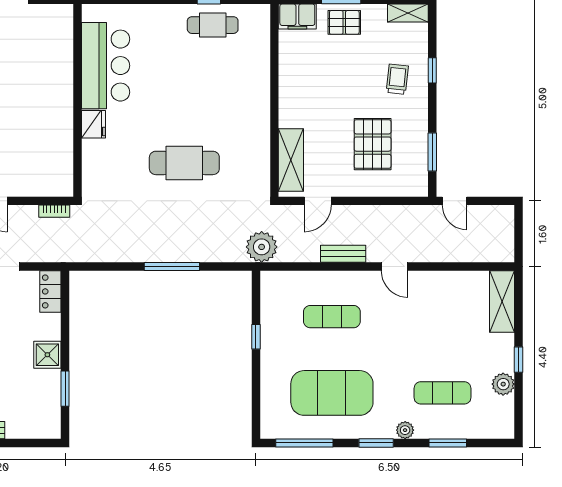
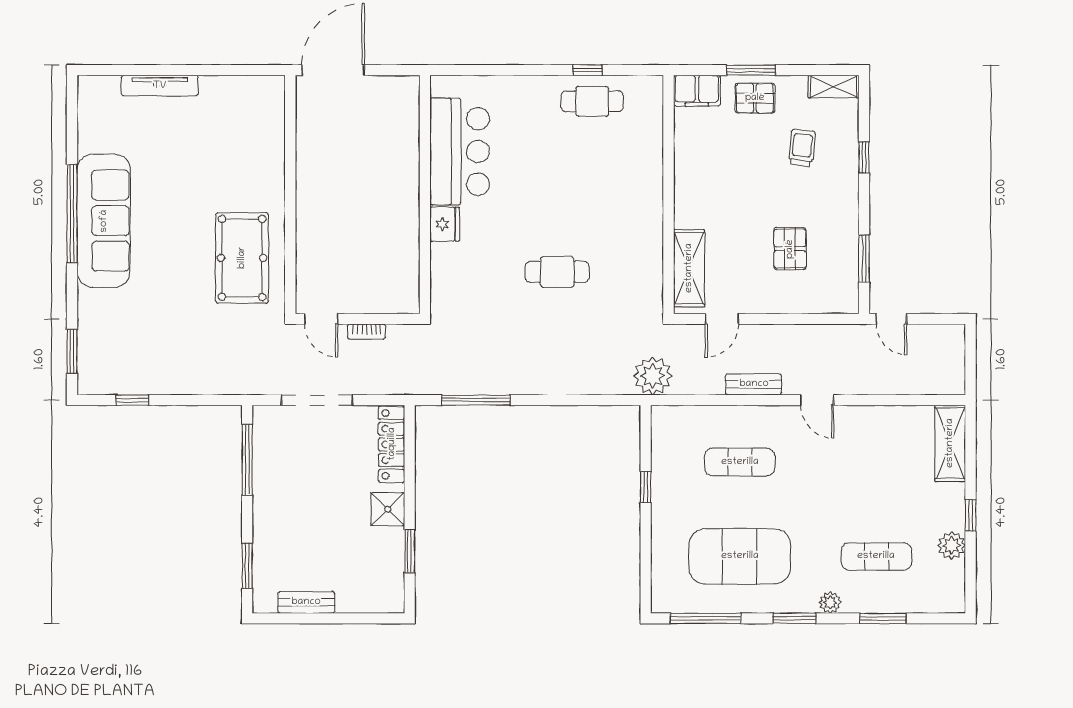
trolley: (397, 79) -> (802, 148), moved
pallet: (373, 144) -> (790, 249), width x0.67, depth x0.71
cafe table: (184, 163) -> (557, 272), width x0.73, depth x0.74
bookcase: (54, 211) -> (367, 332), moved
window: (172, 267) -> (476, 400), moved
locker: (50, 291) -> (392, 444), width x1.53

